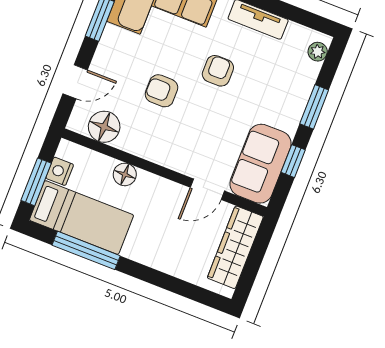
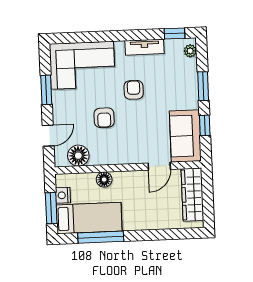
window: (307, 19) -> (175, 33), added
armchair: (161, 91) -> (104, 118), turned -90

